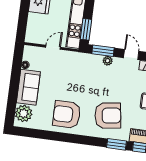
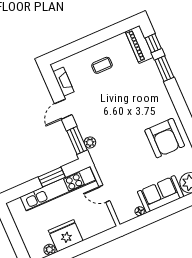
window: (86, 29) -> (52, 177), moved
plant: (108, 61) -> (90, 142), moved
armchair: (108, 116) -> (140, 95), removed

